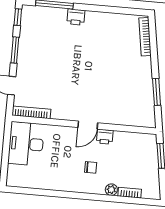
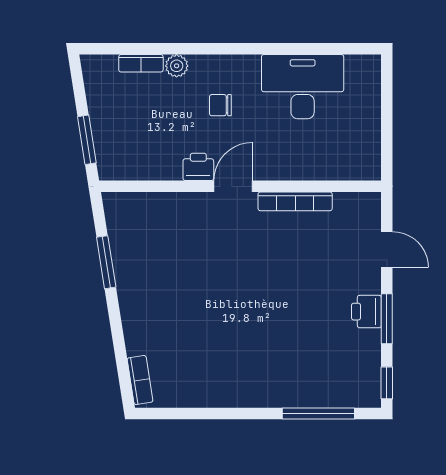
printer: (76, 17) -> (366, 312), moved, turned -90
bookcase: (145, 37) -> (140, 380), width x0.64
bookcase: (31, 112) -> (295, 201), moved
desk: (26, 144) -> (303, 87), moved, turned -90

